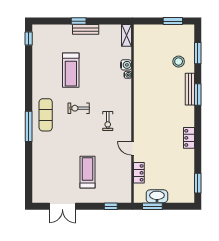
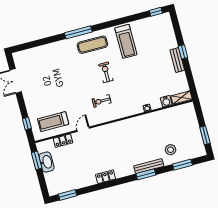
water cooler: (126, 65) -> (166, 101), moved
treadmill: (71, 70) -> (126, 41), moved, turned -90
treadmill: (87, 172) -> (53, 122), moved, turned 180

